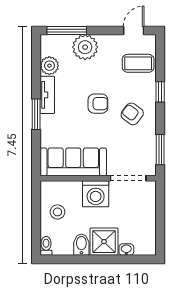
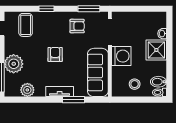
tv unit: (47, 95) -> (60, 92), moved
window: (36, 114) -> (73, 100), moved
armchair: (132, 114) -> (77, 26), moved, turned -127
bidet: (81, 245) -> (159, 82), moved

